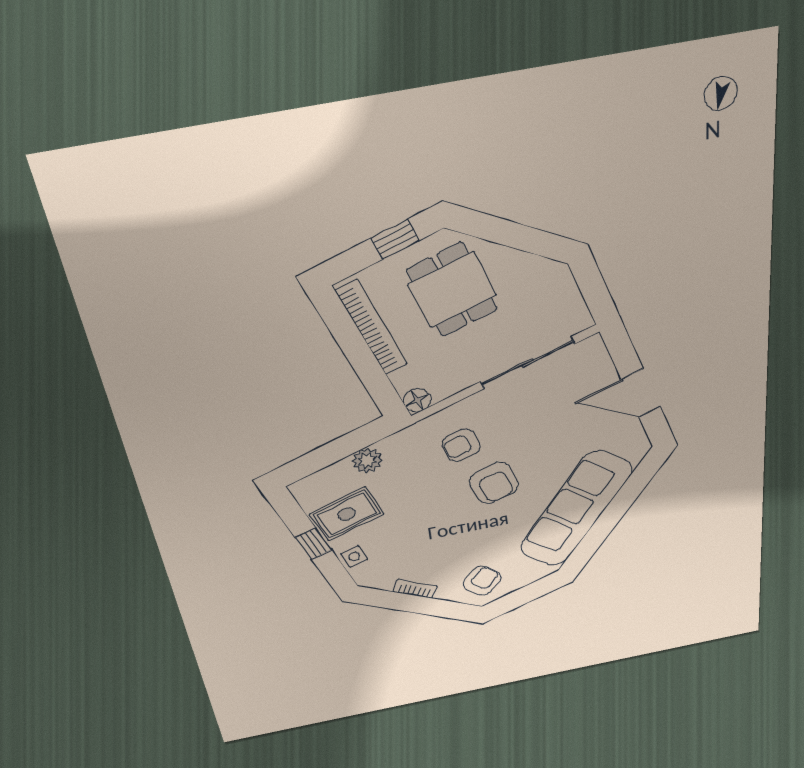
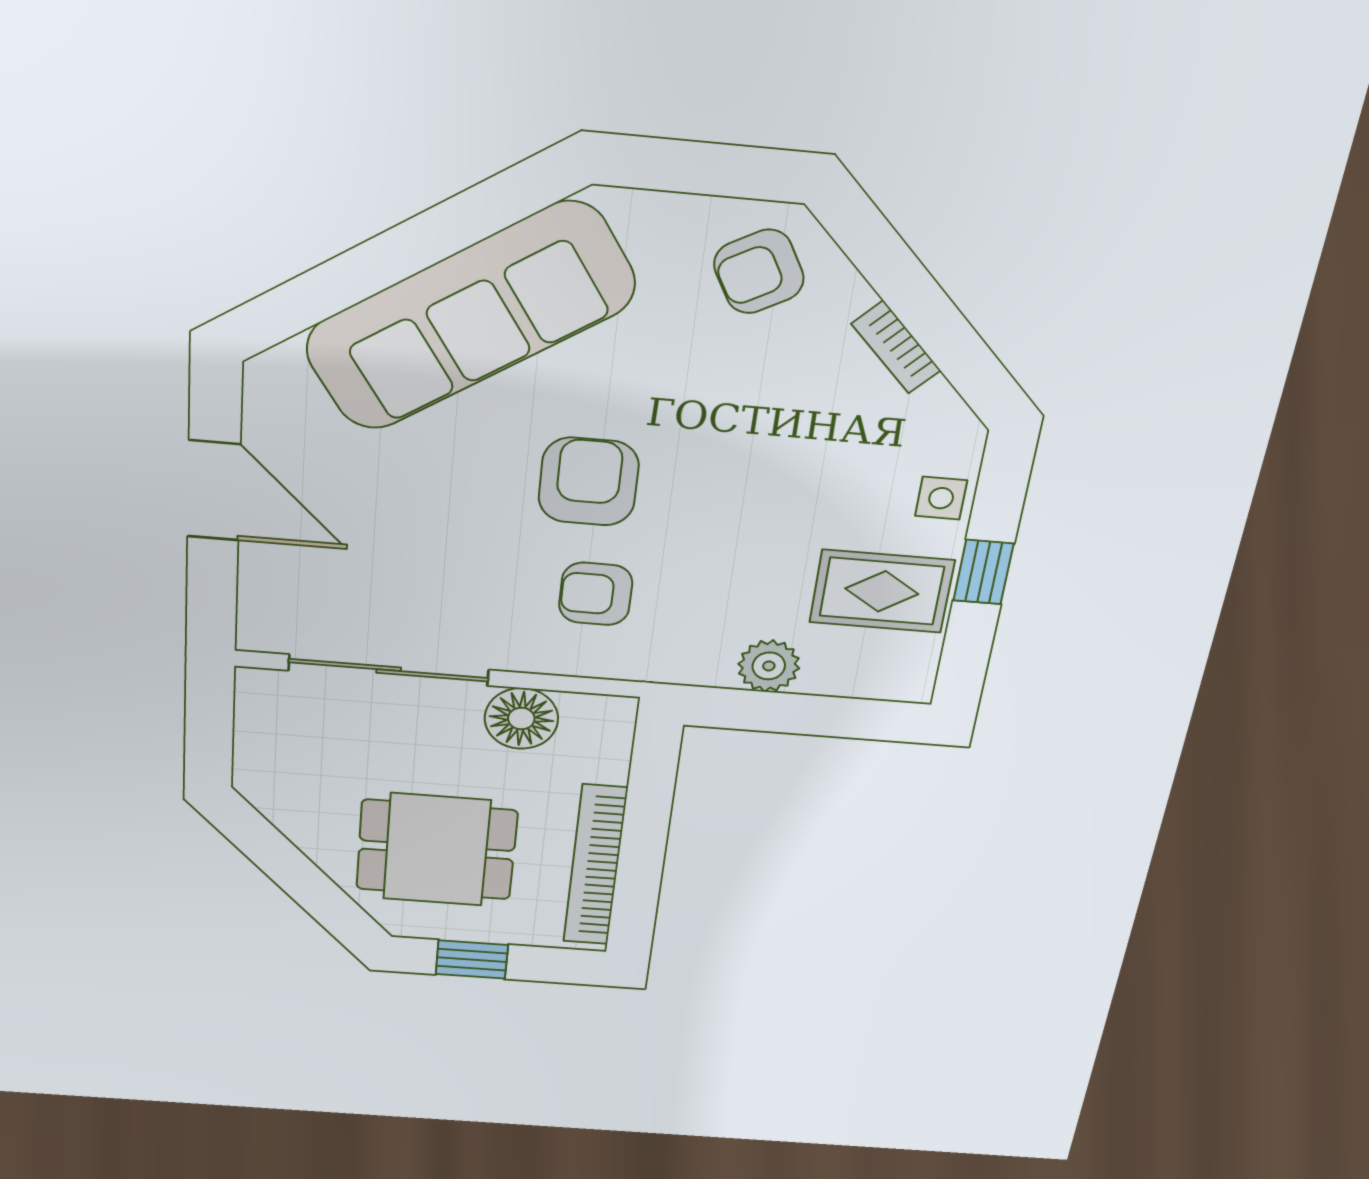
dining table: (452, 290) -> (437, 850), turned 90
floor lamp: (417, 400) -> (521, 719), moved, width x1.38, depth x1.38
armchair: (461, 445) -> (596, 594), turned 180

